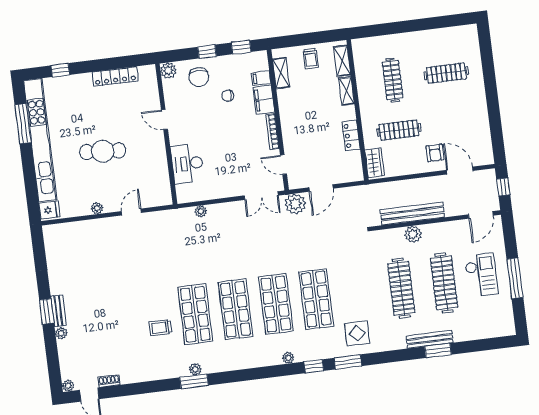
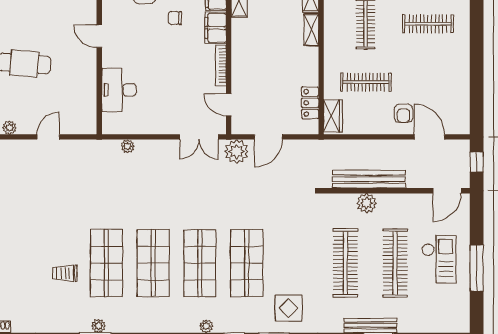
locker: (351, 136) -> (310, 103), moved

